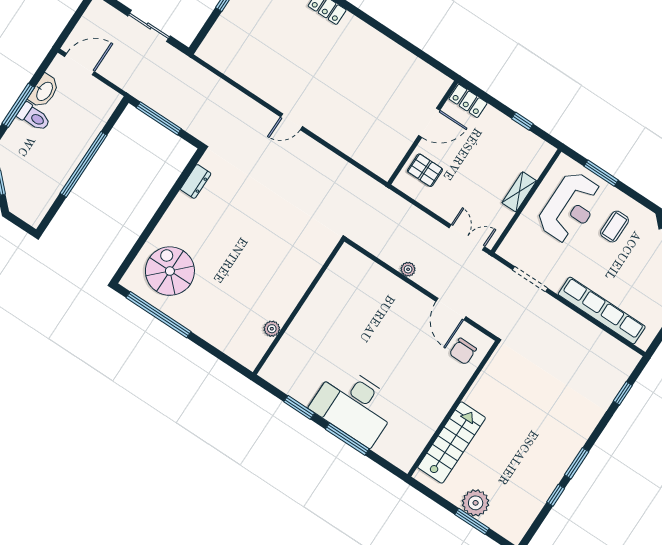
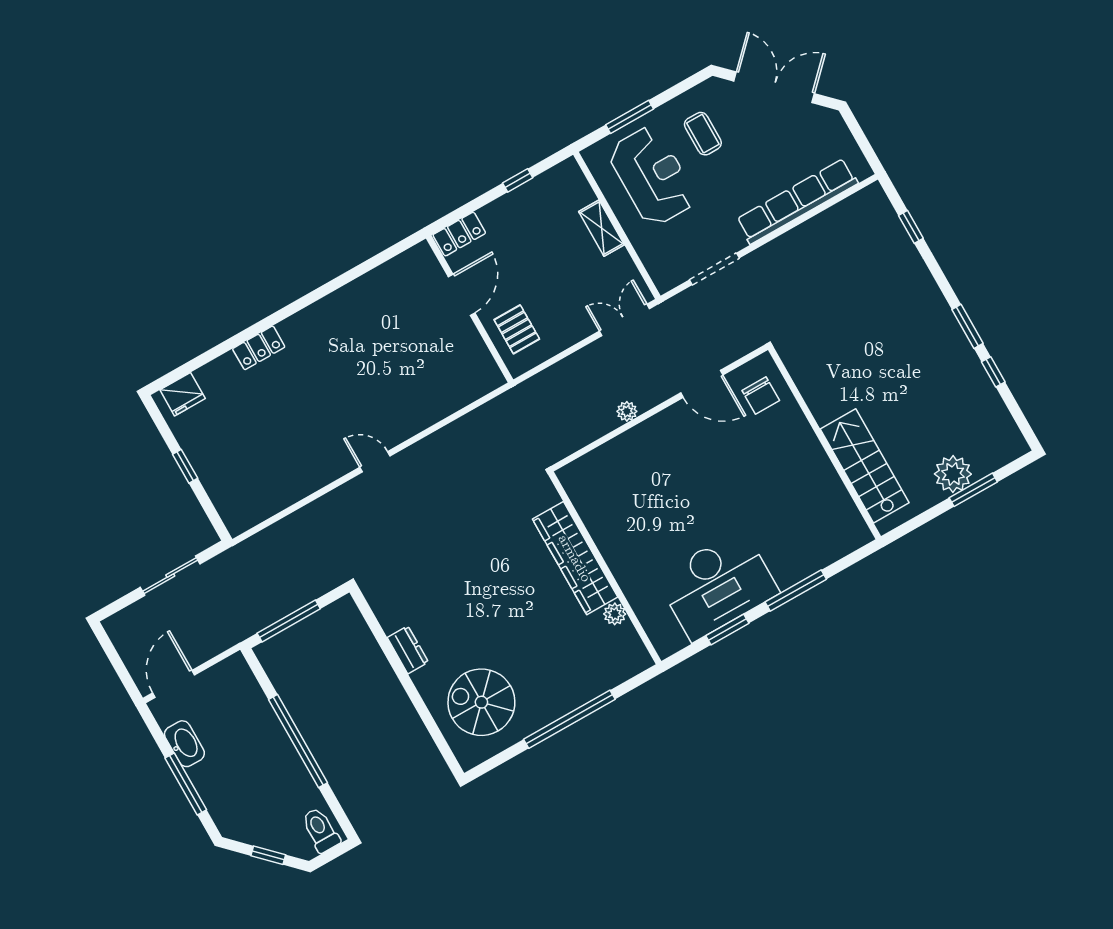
toilet: (34, 117) -> (321, 830), moved, turned -90
door: (291, 122) -> (375, 462), swing flipped
pallet: (425, 170) -> (517, 329), turned 90
dresser: (196, 181) -> (408, 650), moved
wardrobe: (295, 284) -> (575, 558), added
window: (158, 315) -> (569, 719), moved
desk: (354, 405) -> (717, 585), moved

